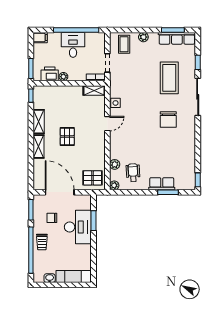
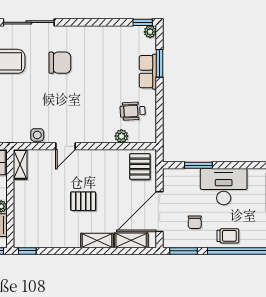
shelving: (39, 122) -> (131, 240), moved
door: (107, 124) -> (65, 146), swing flipped
plant: (114, 185) -> (150, 32), moved
desk: (78, 227) -> (224, 187), moved

